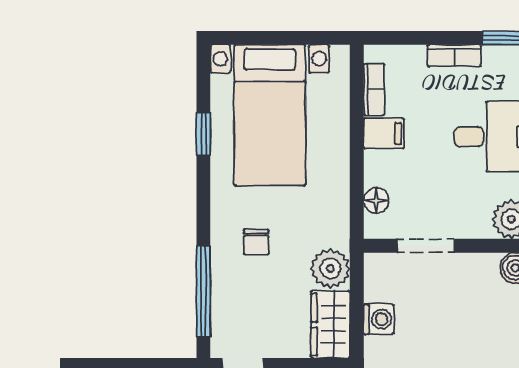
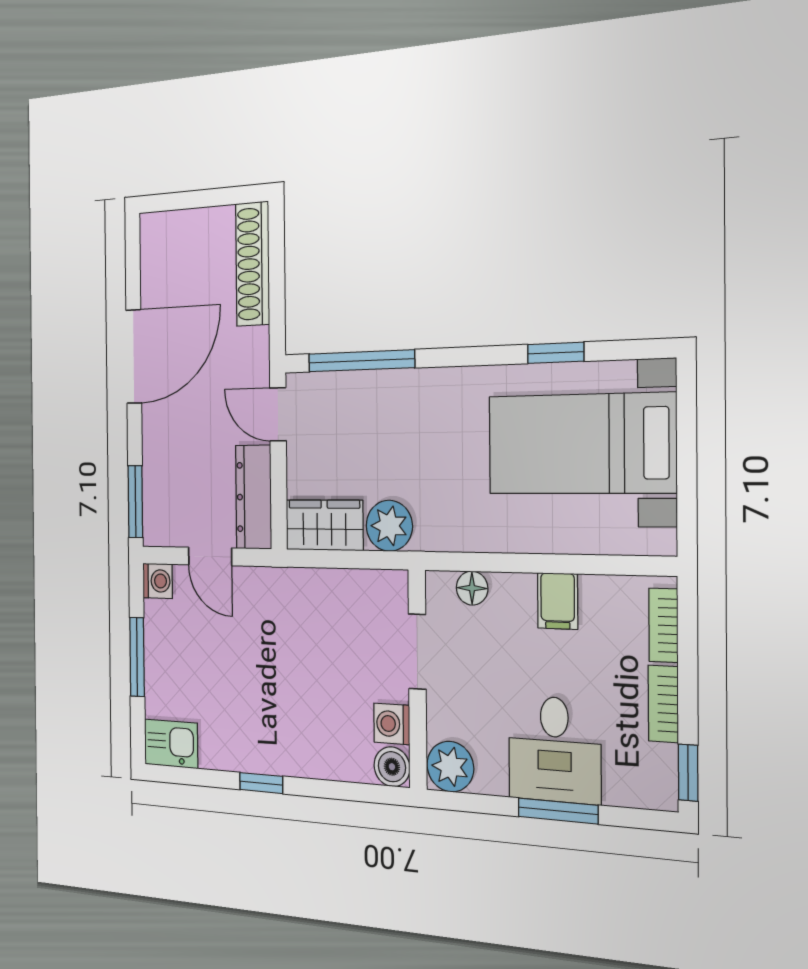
bookcase: (374, 89) -> (663, 625), moved, turned 90
chair: (256, 242) -> (420, 428), removed
washing machine: (379, 319) -> (392, 724), moved, turned 90

